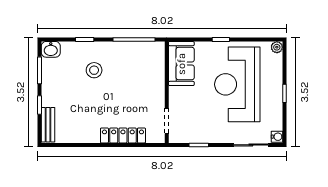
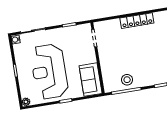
stool: (94, 70) -> (127, 80), moved
reception desk: (237, 84) -> (49, 71), turned 180
locker: (123, 135) -> (137, 21), moved

